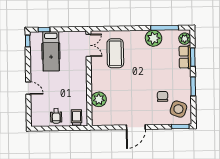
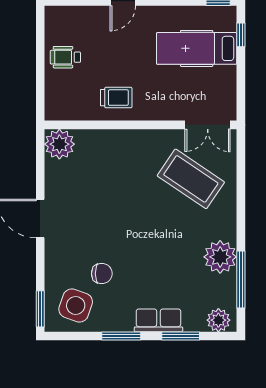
coffee table: (115, 53) -> (191, 179), turned 34
row of seats: (185, 57) -> (158, 320), moved
plant: (99, 99) -> (59, 144), moved
trolley: (77, 117) -> (116, 98), moved

